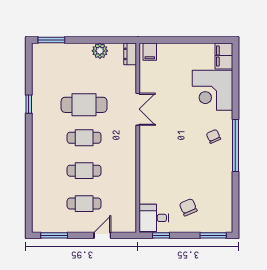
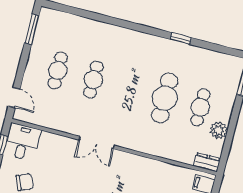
double door: (138, 109) -> (97, 143), moved
cafe table: (84, 138) -> (200, 107), moved
door: (102, 235) -> (14, 98), moved

